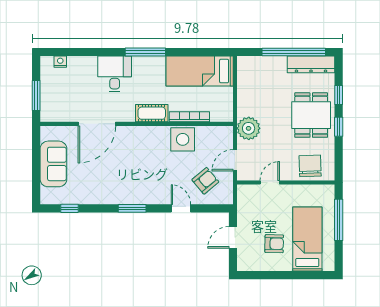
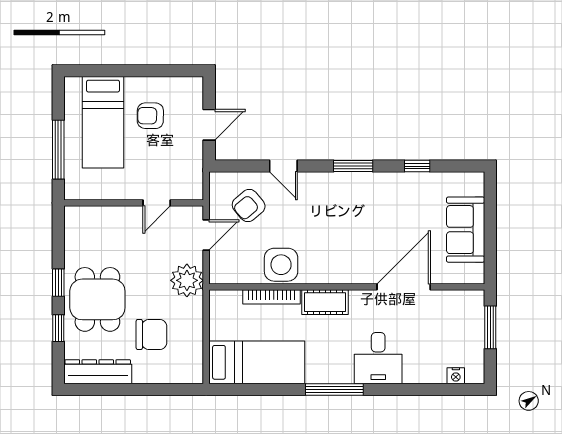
window: (294, 52) -> (122, 390), removed
chair: (310, 166) -> (151, 334), moved, turned -88
window: (70, 208) -> (417, 166), moved

